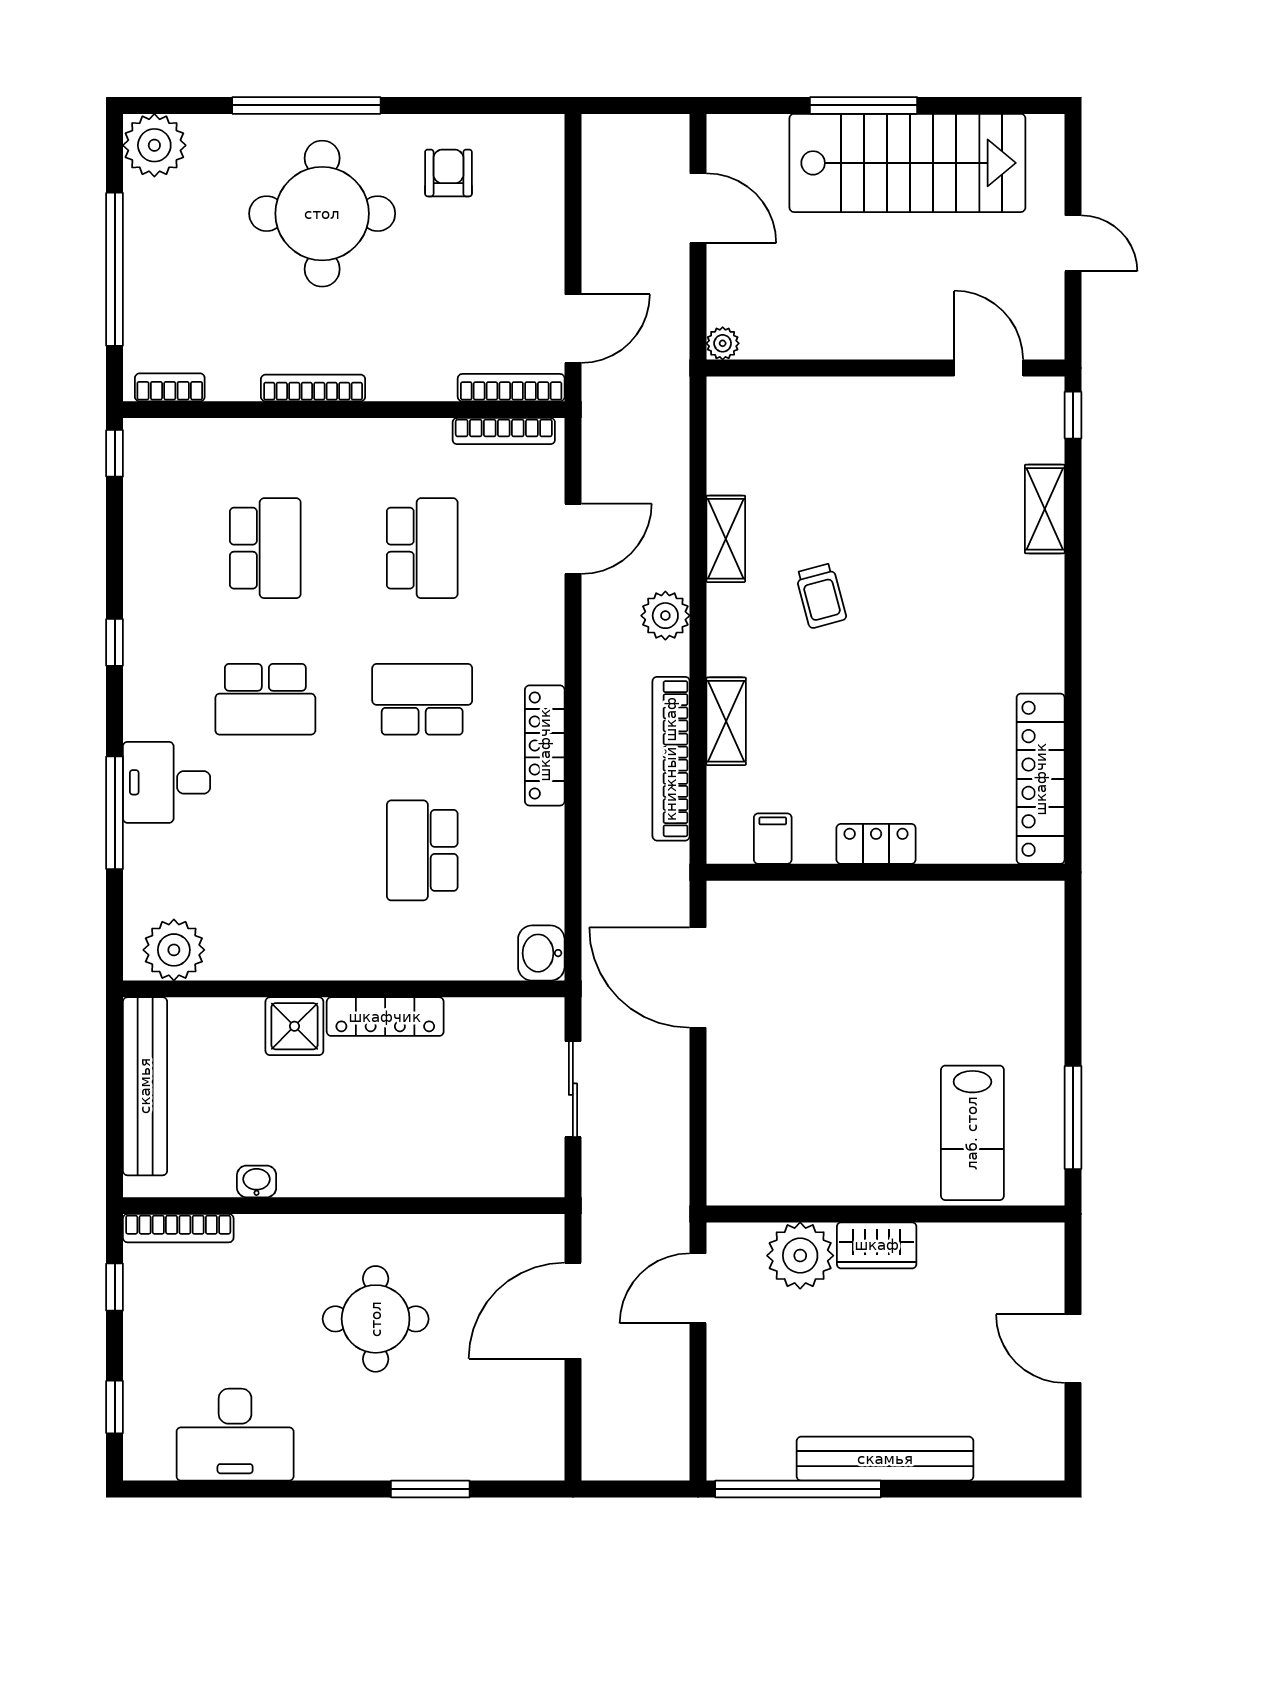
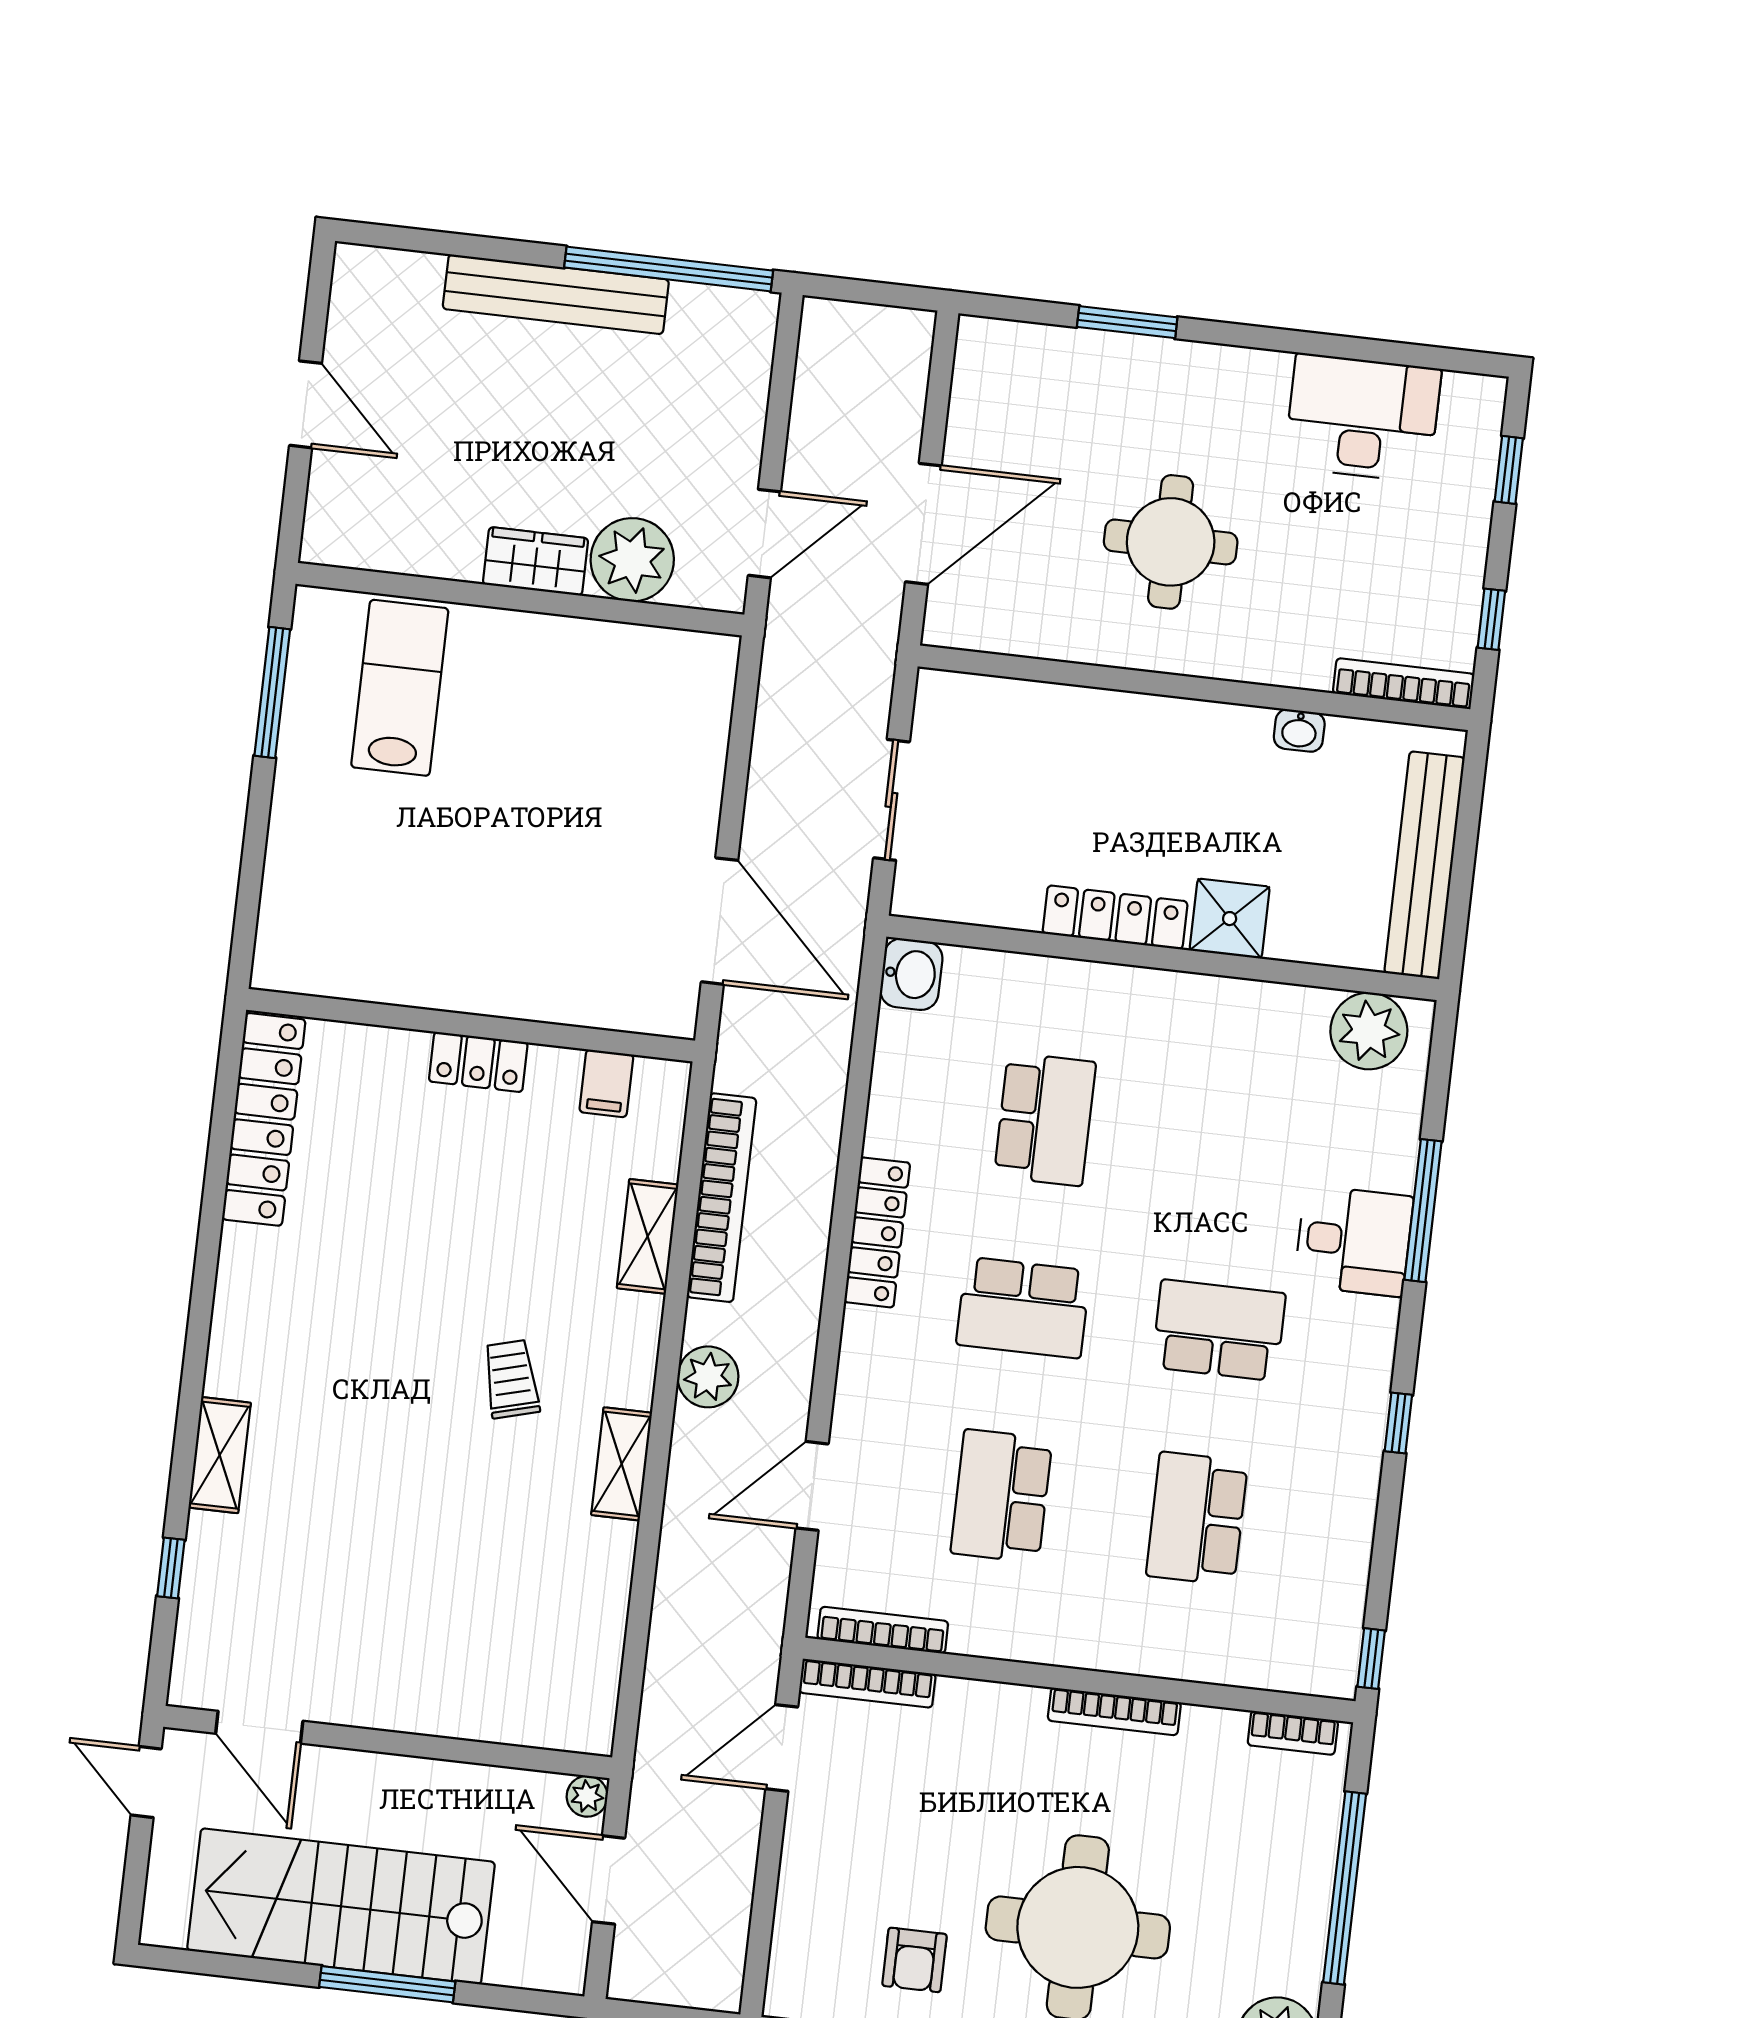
plant: (723, 343) -> (587, 1796), moved
wall: (886, 368) -> (388, 1742), moved
door: (989, 368) -> (259, 1727), moved

